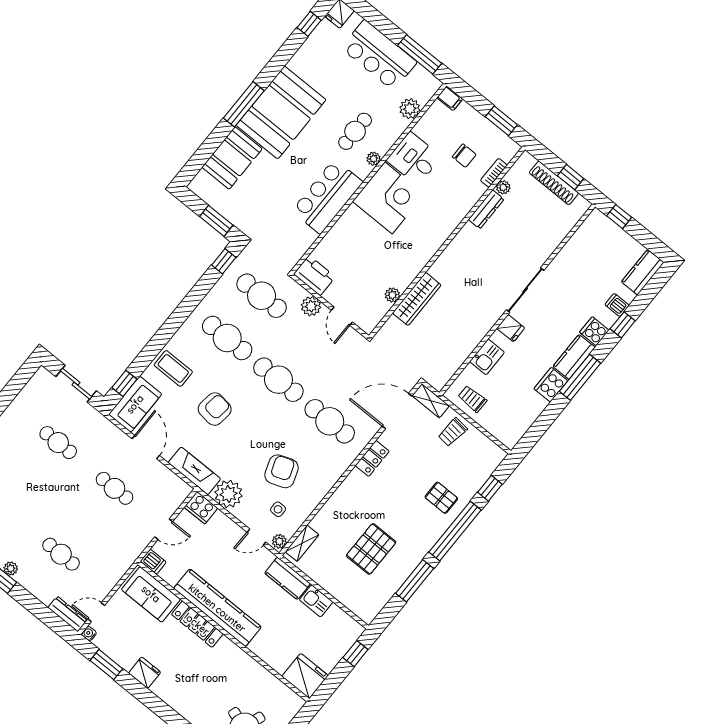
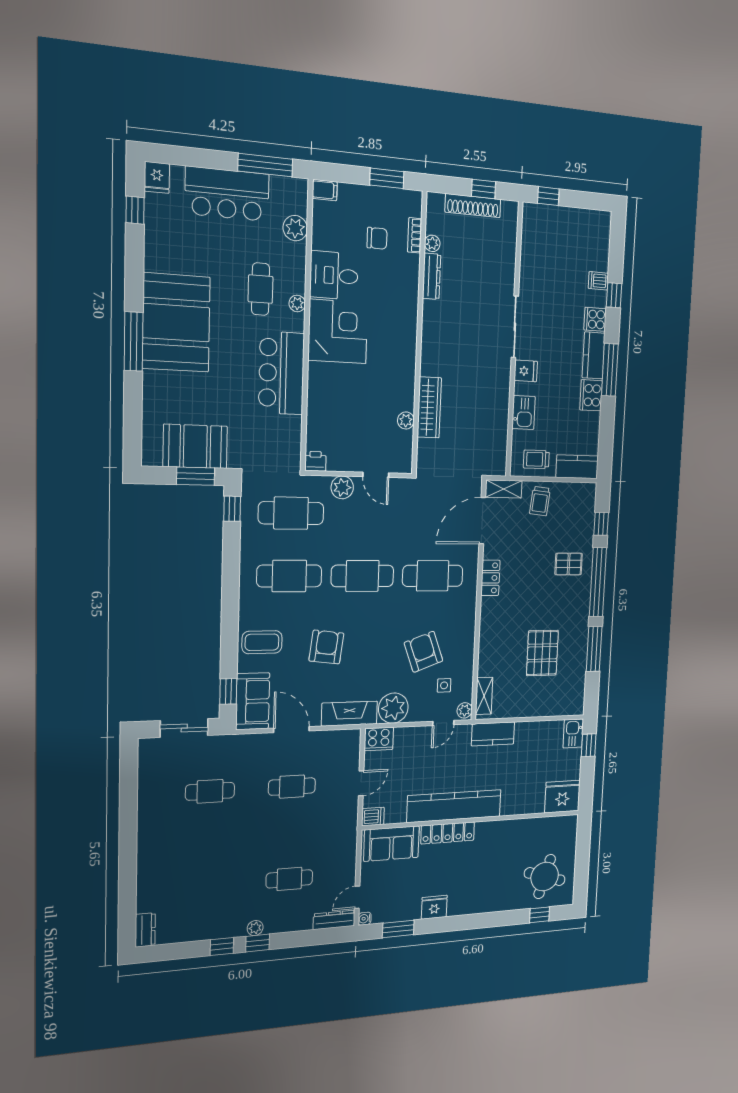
booth: (232, 158) -> (195, 446), moved, turned 90
kitchen counter: (643, 272) -> (577, 467), moved, turned 90
printer: (314, 275) -> (315, 461), width x0.53, depth x0.68
kitchen sink: (316, 601) -> (573, 733), moved, turned 90

